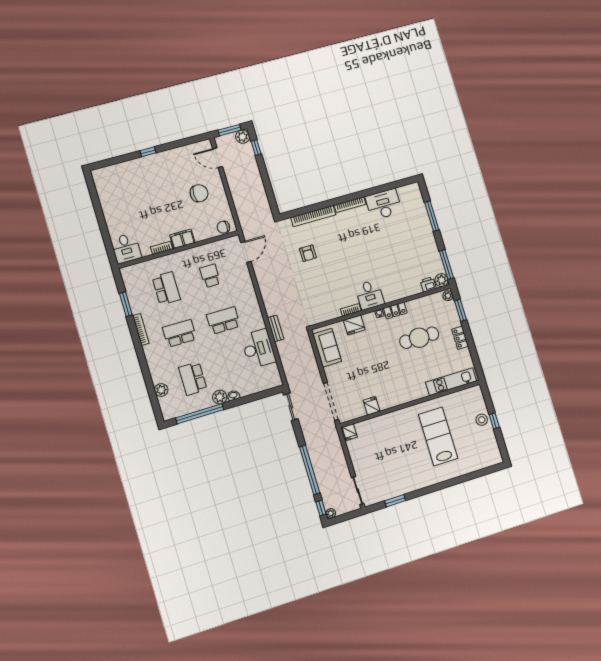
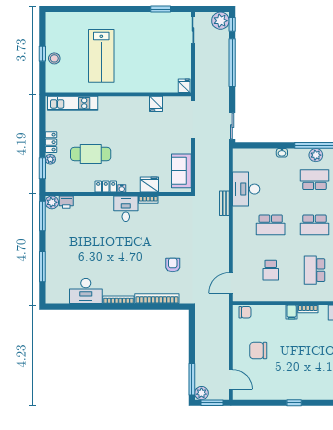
window: (256, 148) -> (192, 379), width x2.17
filing cabinet: (182, 239) -> (292, 312), width x0.50
plant: (448, 296) -> (50, 159), moved
school desk: (193, 378) -> (314, 180), turned -90
plant: (220, 397) -> (316, 155), moved
plant: (331, 513) -> (220, 21), width x1.87, depth x1.87

